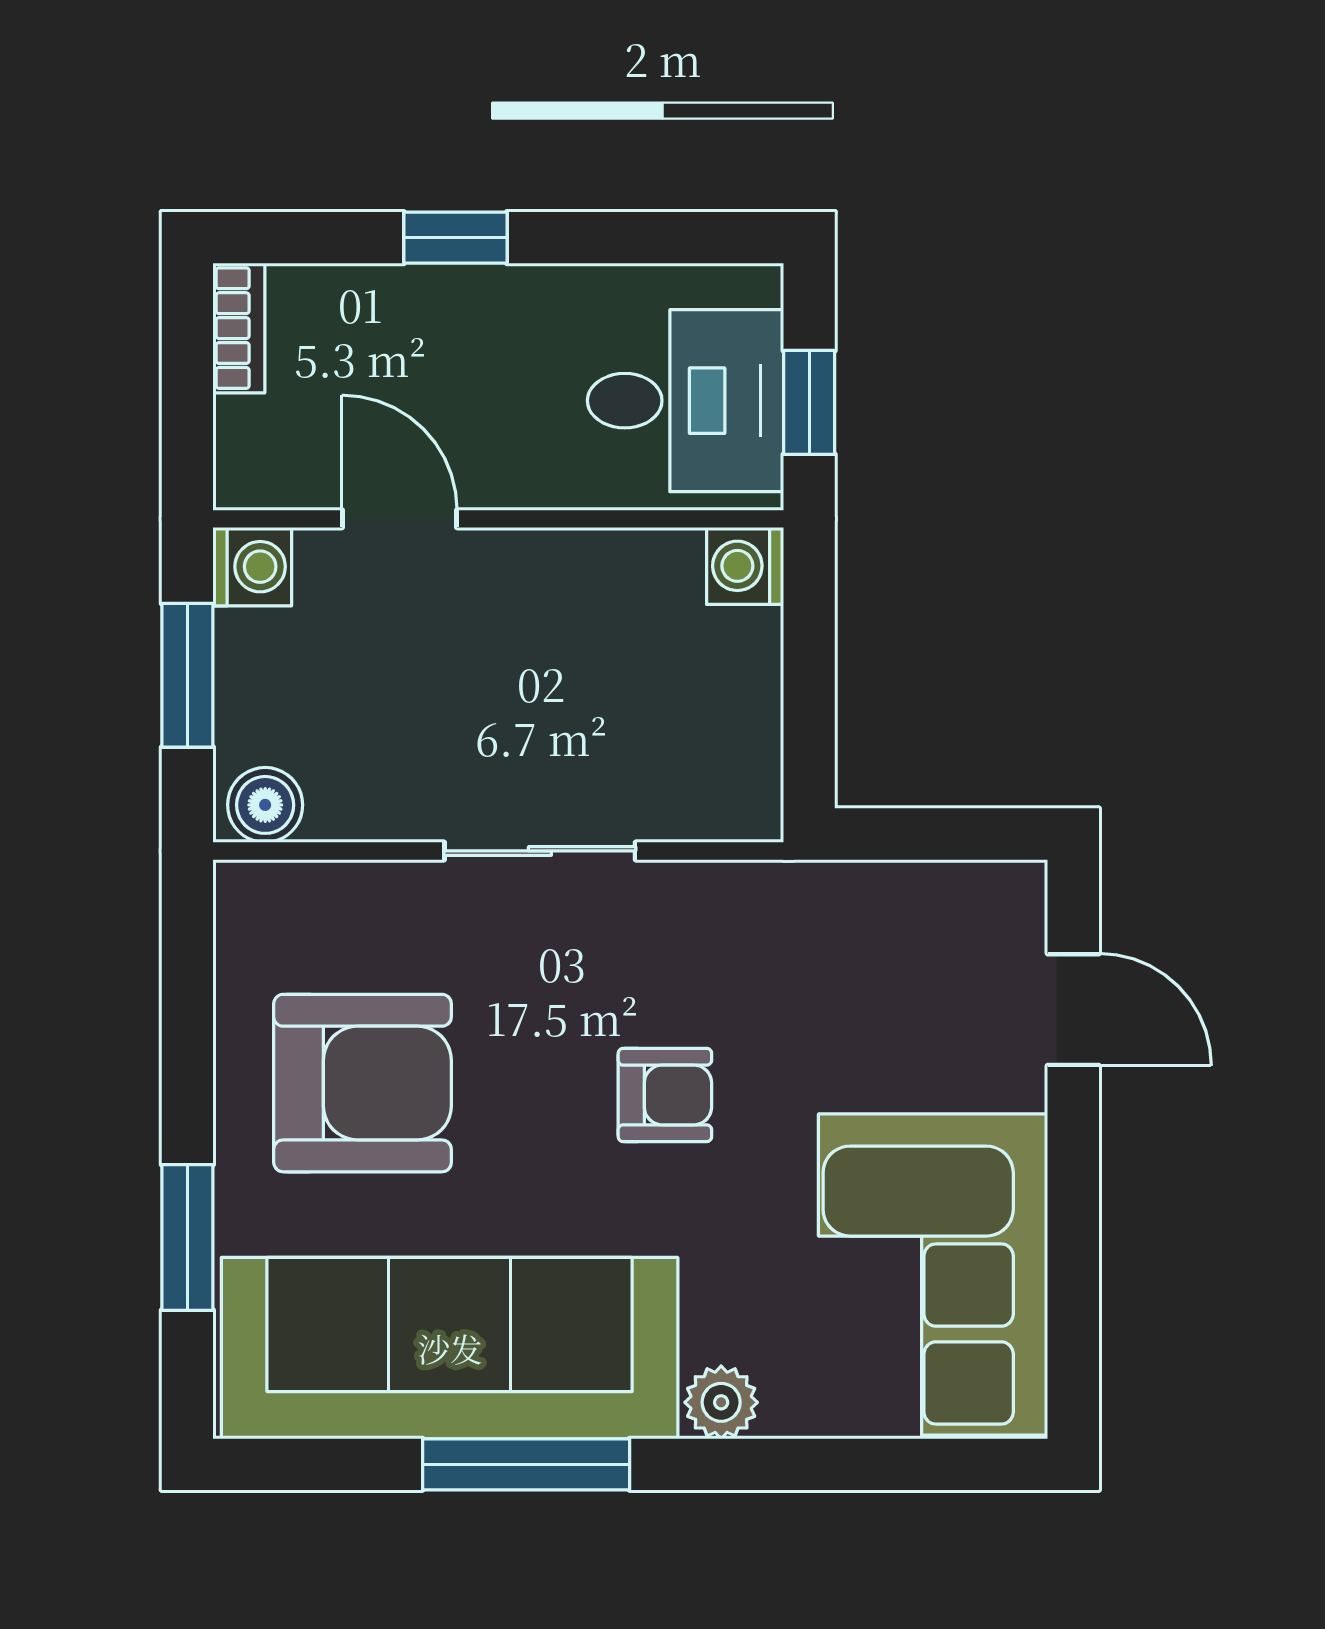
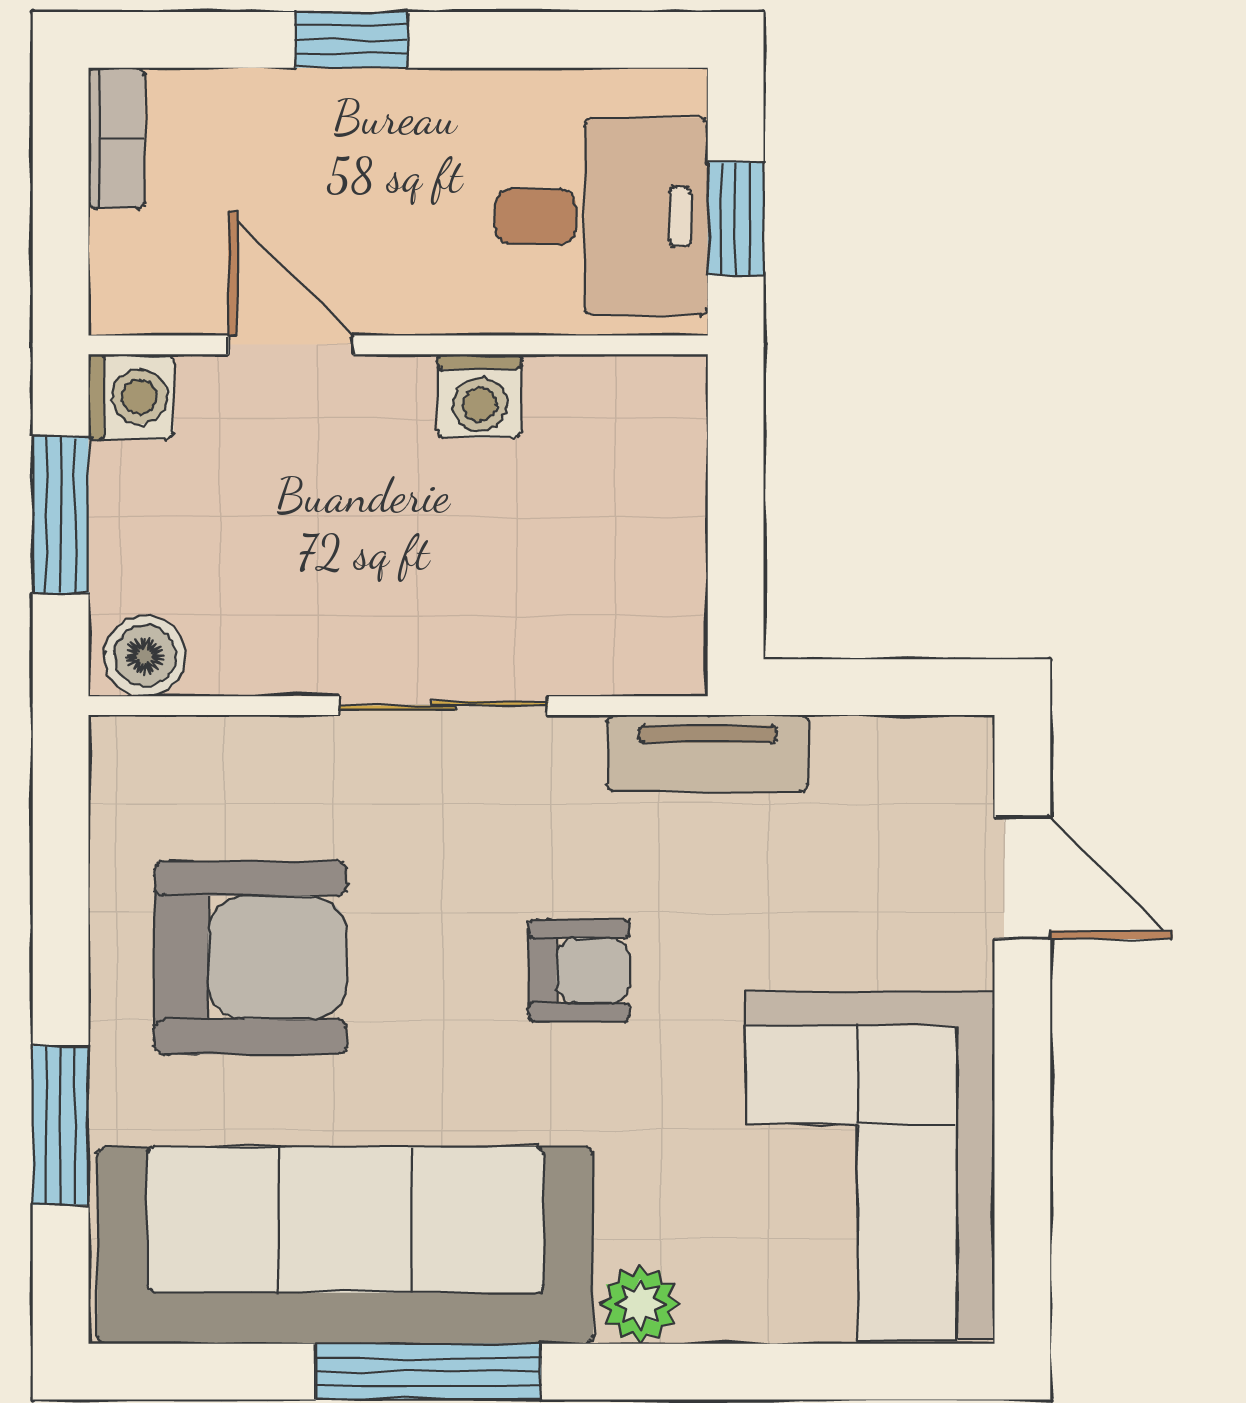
washing machine: (745, 566) -> (480, 396), moved, turned -90
tv unit: (783, 895) -> (708, 753), added

